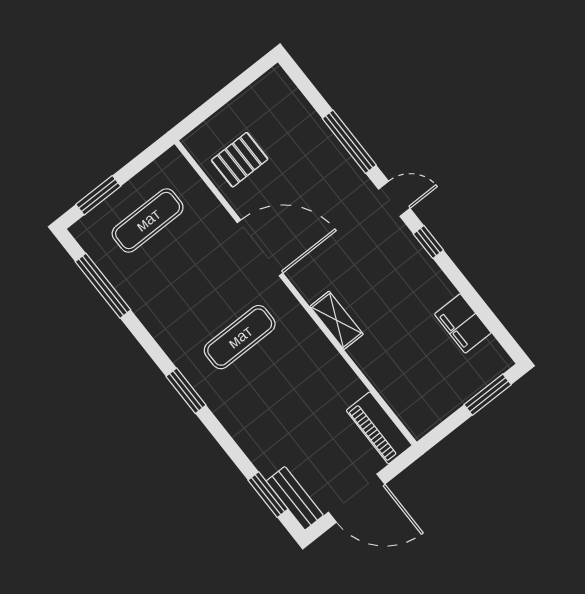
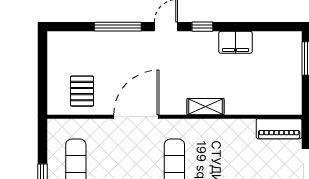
filing cabinet: (463, 324) -> (236, 42), moved

